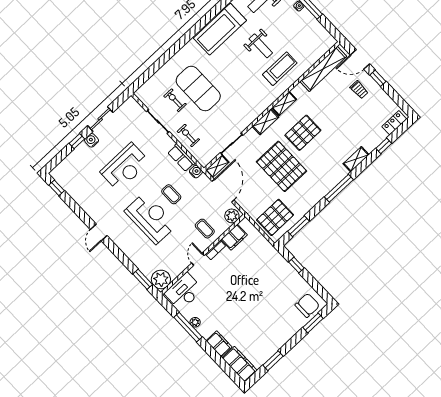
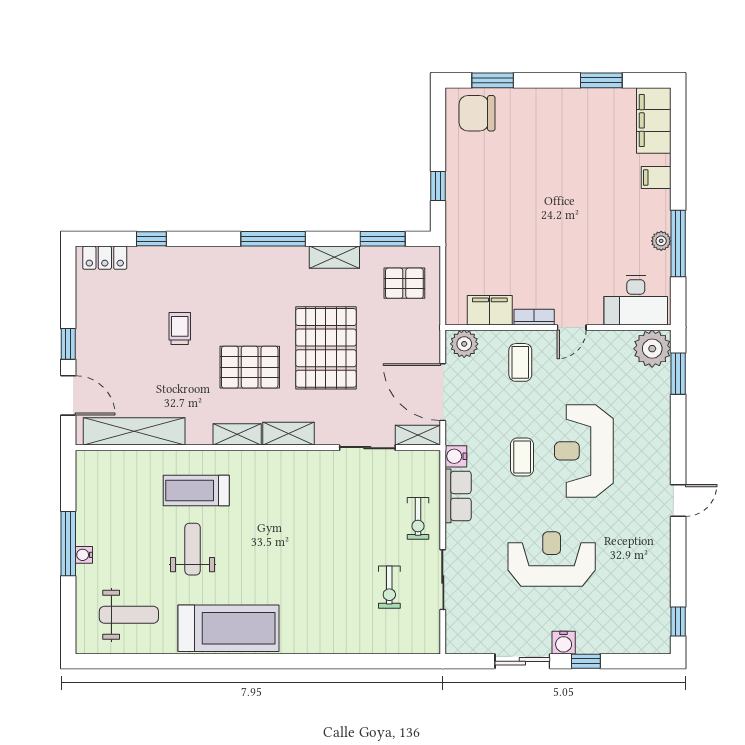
exercise mat: (198, 88) -> (340, 572), removed
trolley: (359, 90) -> (180, 329), moved
shelving: (356, 159) -> (334, 257), moved
door: (223, 191) -> (443, 392), hinge flipped
pallet: (275, 217) -> (404, 283), width x0.67, depth x0.71
filing cabinet: (219, 344) -> (656, 178), width x0.50

